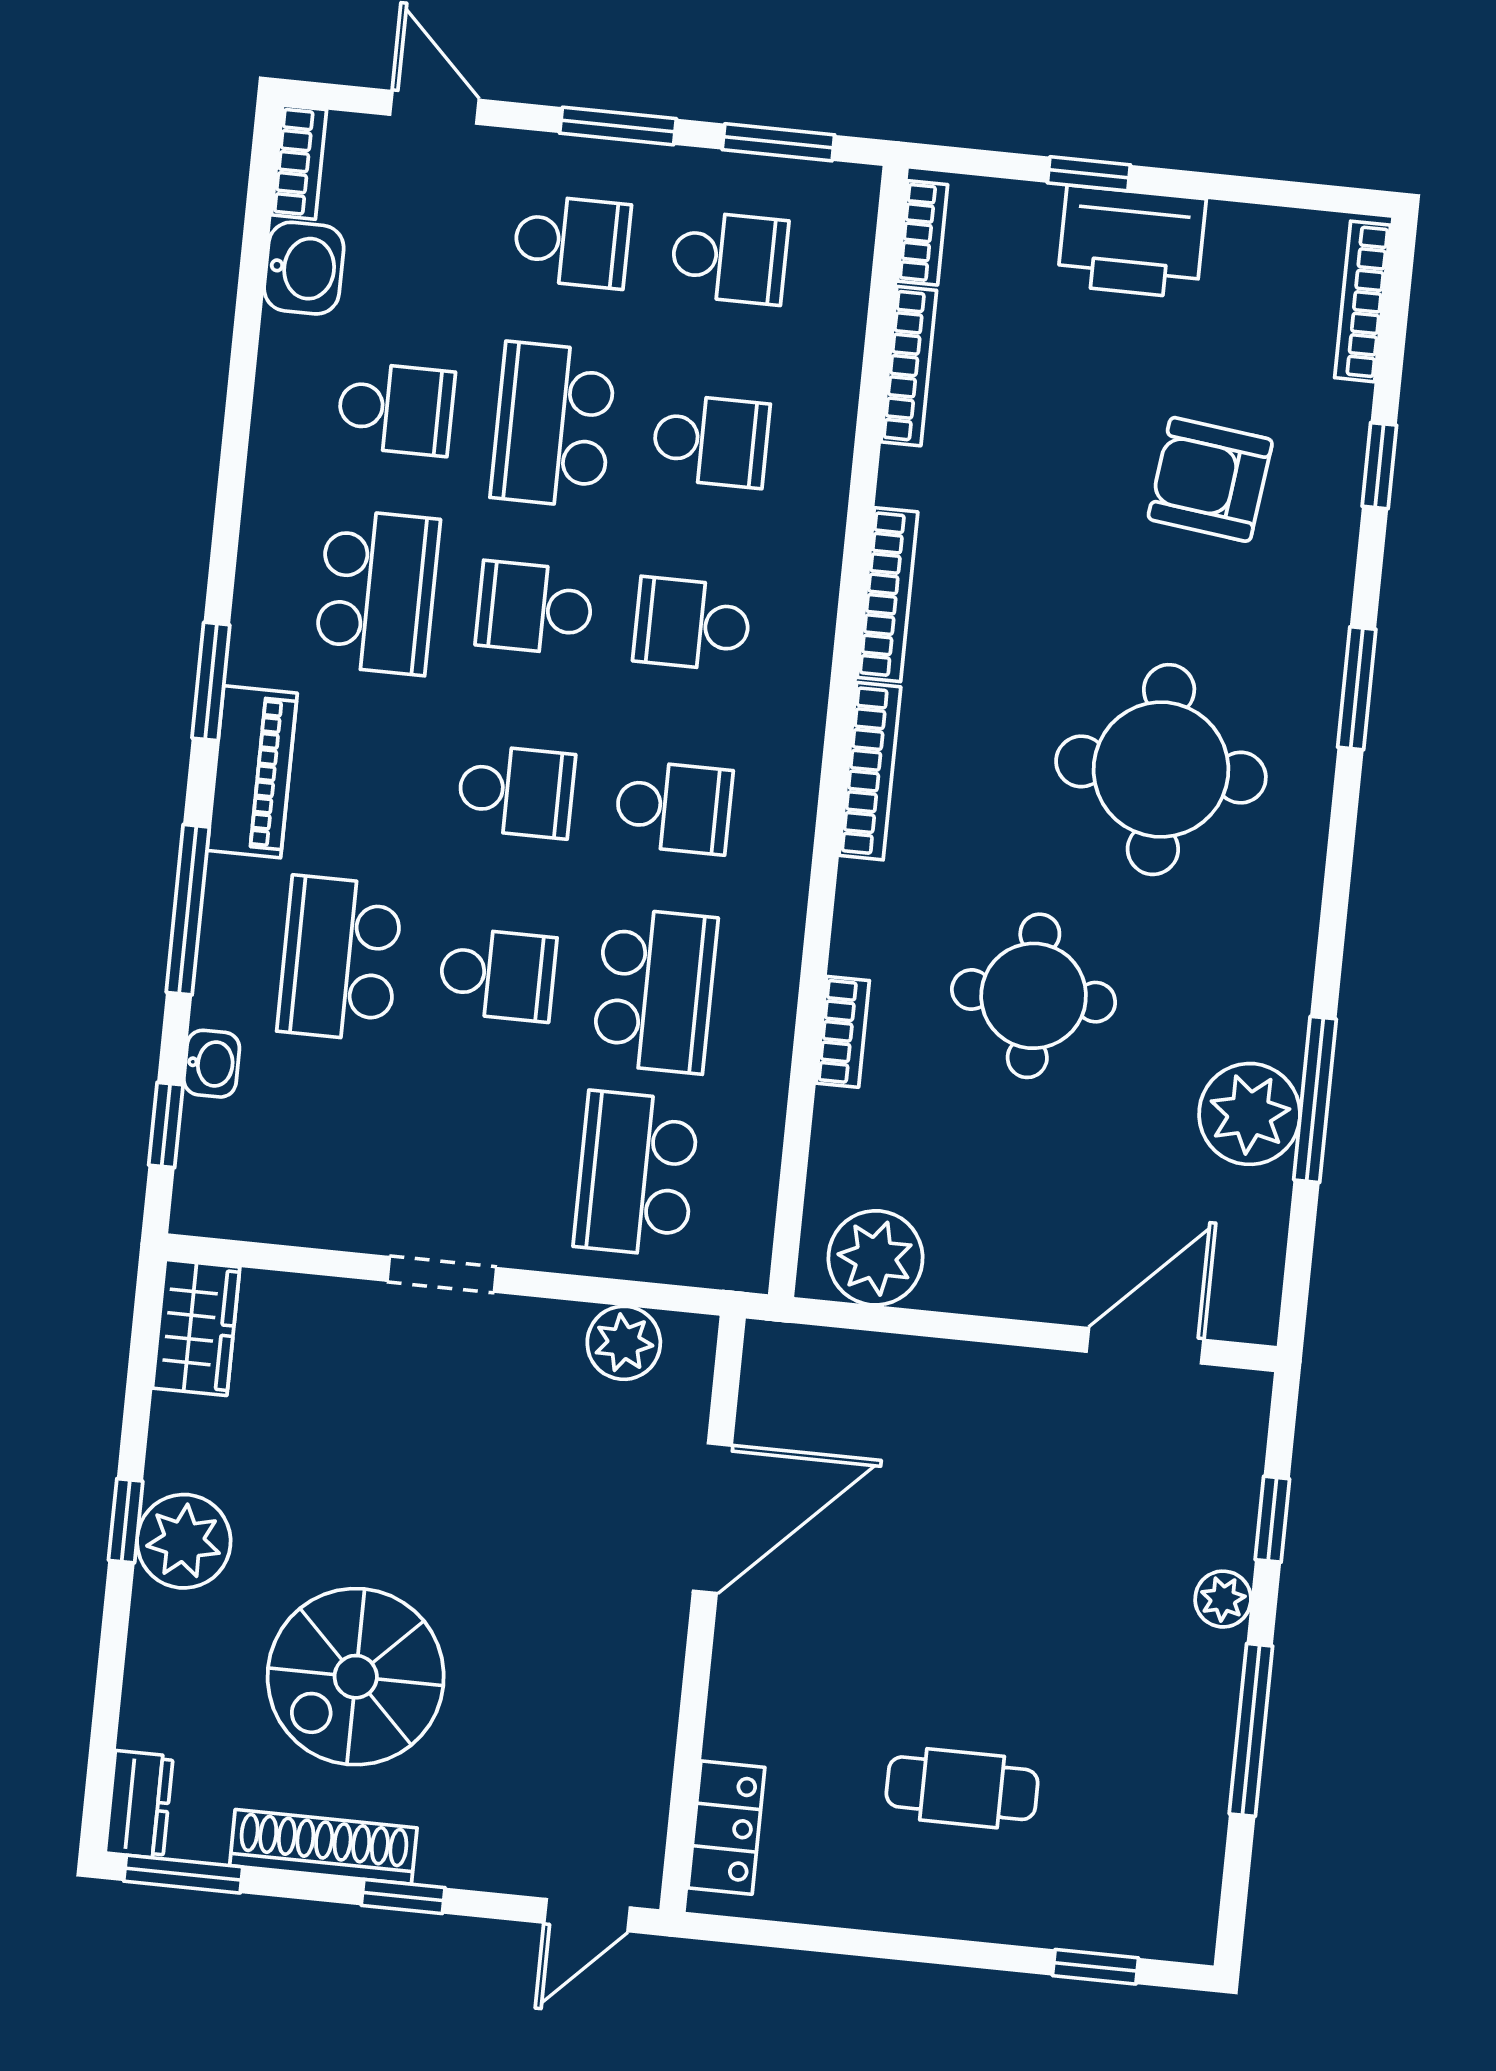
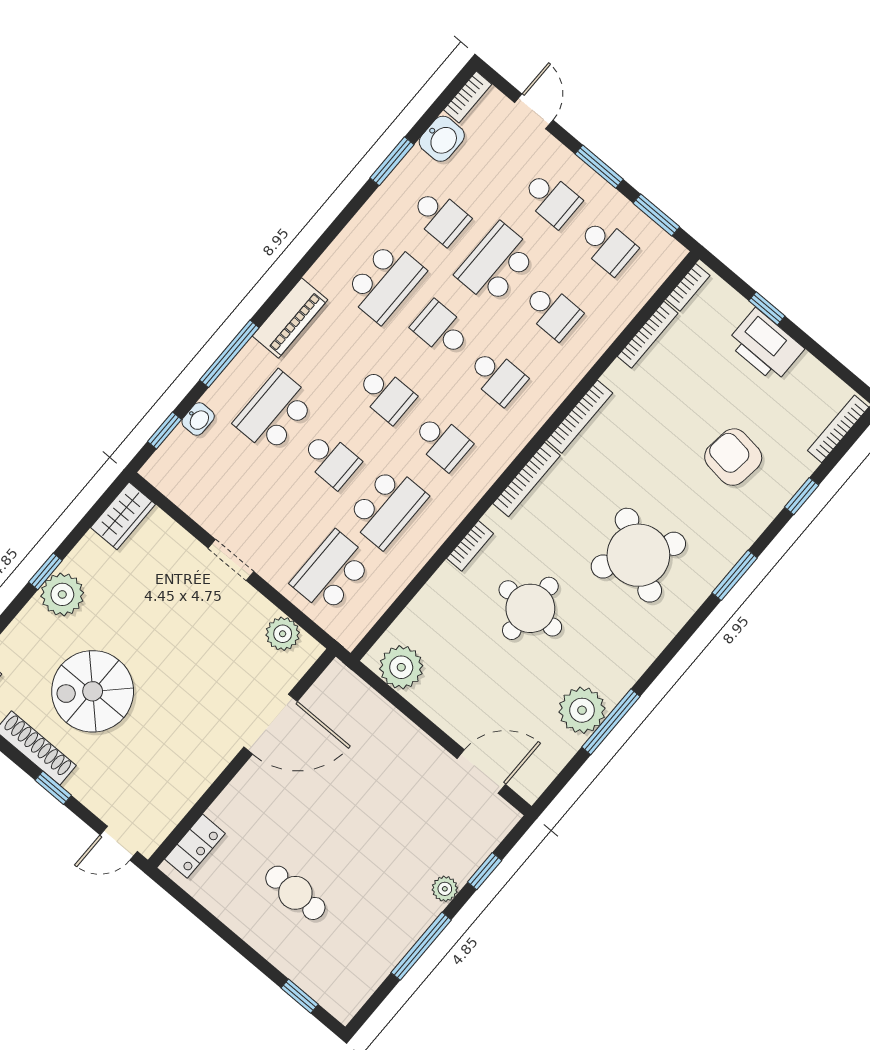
school desk: (692, 624) -> (497, 377), turned 180
window: (211, 681) -> (392, 161), moved
round table: (1161, 770) -> (638, 555), turned 32
bookcase: (843, 1032) -> (470, 546), moved

